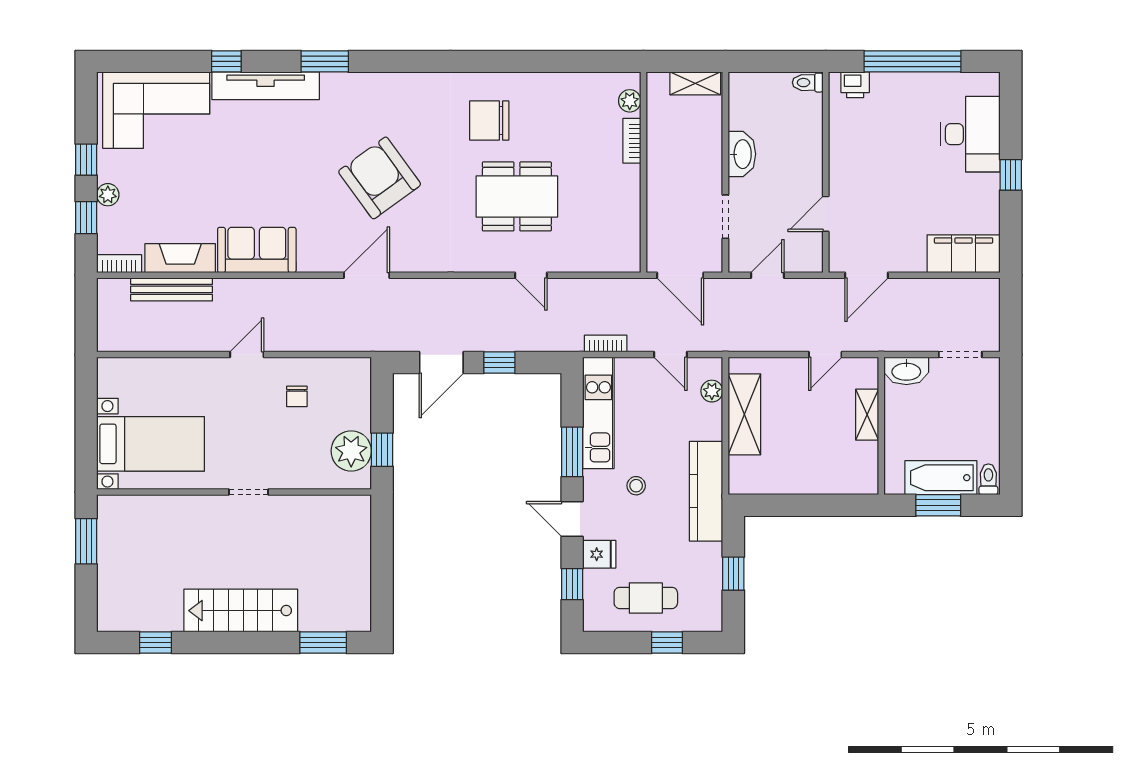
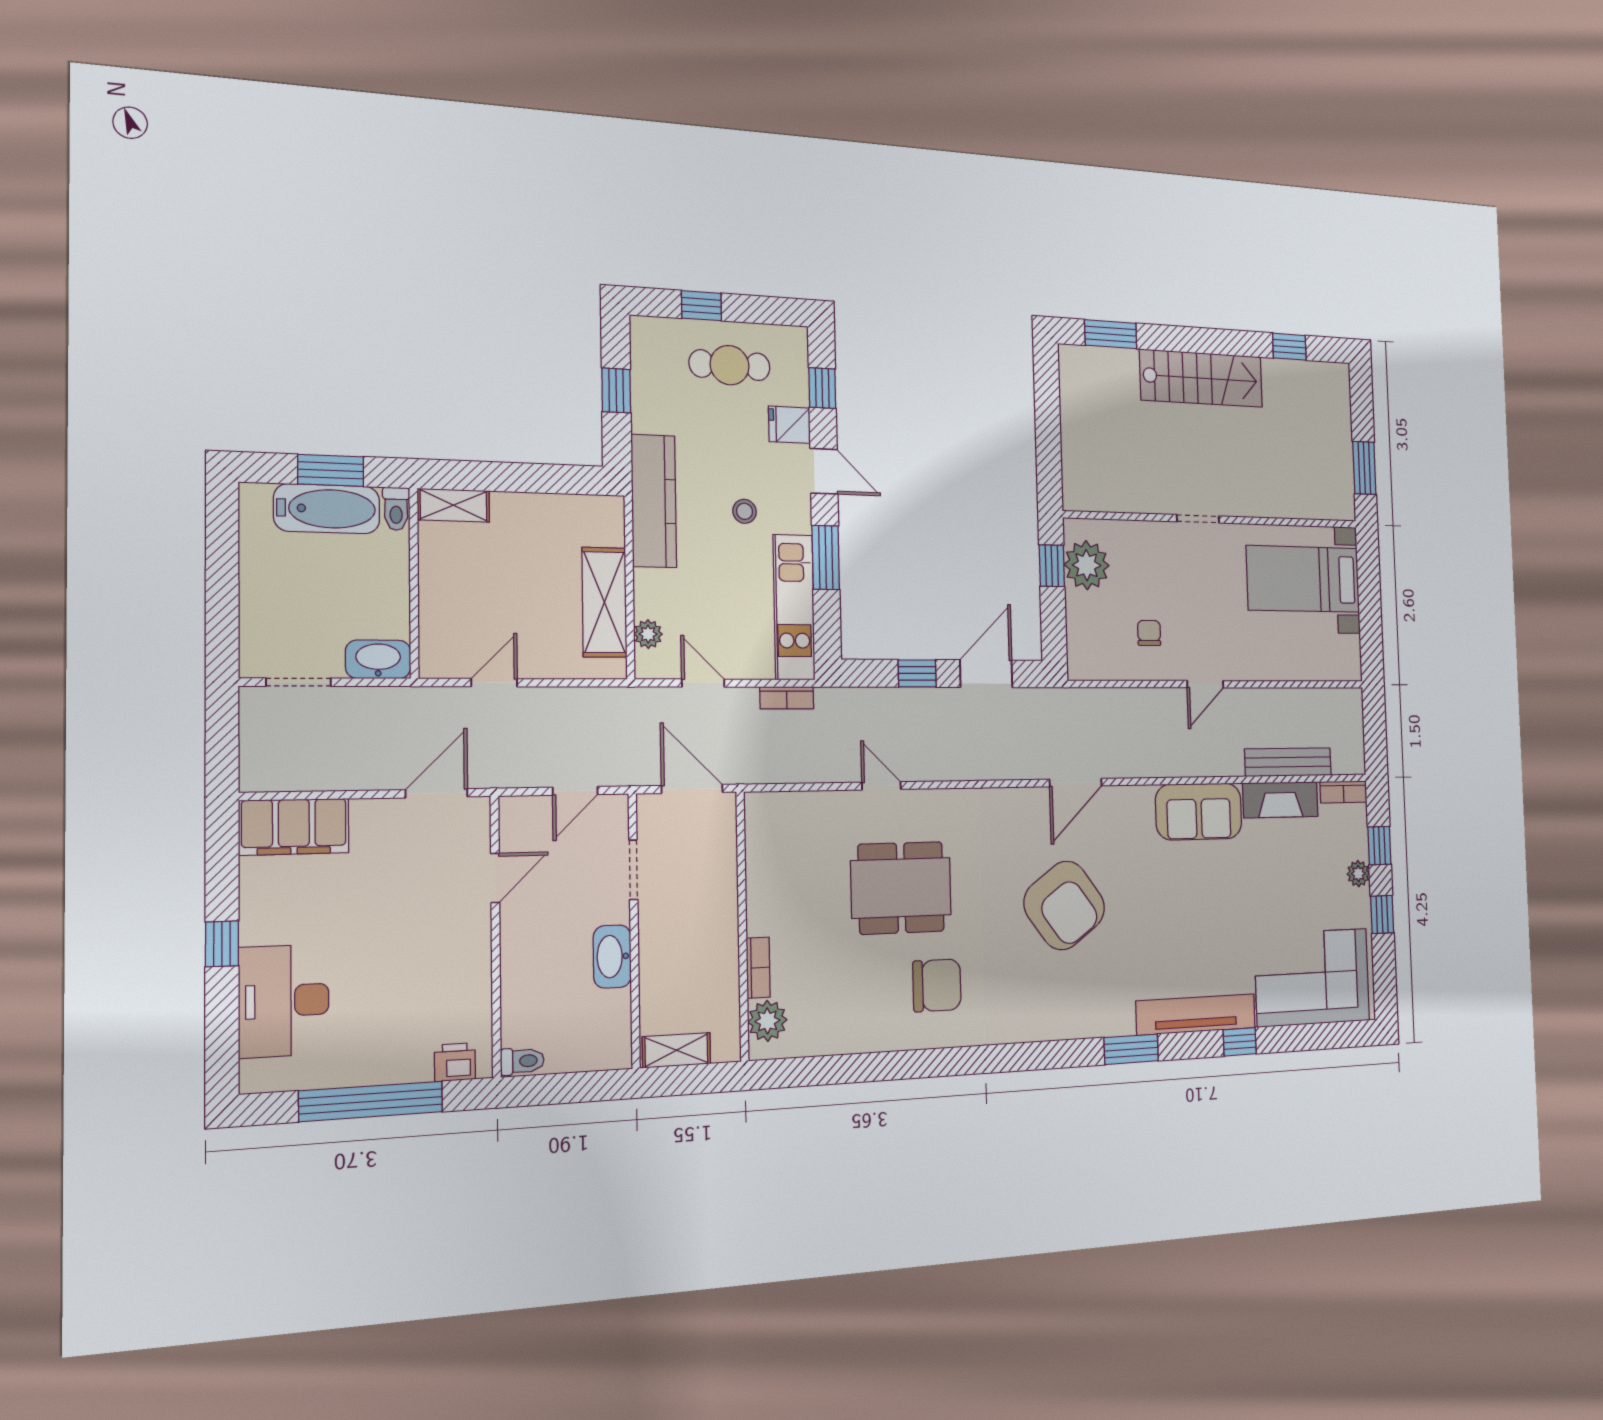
plant: (630, 101) -> (767, 1021), width x1.38, depth x1.38
shelving: (867, 415) -> (453, 505), moved, turned 90
toilet: (988, 479) -> (396, 509), moved

